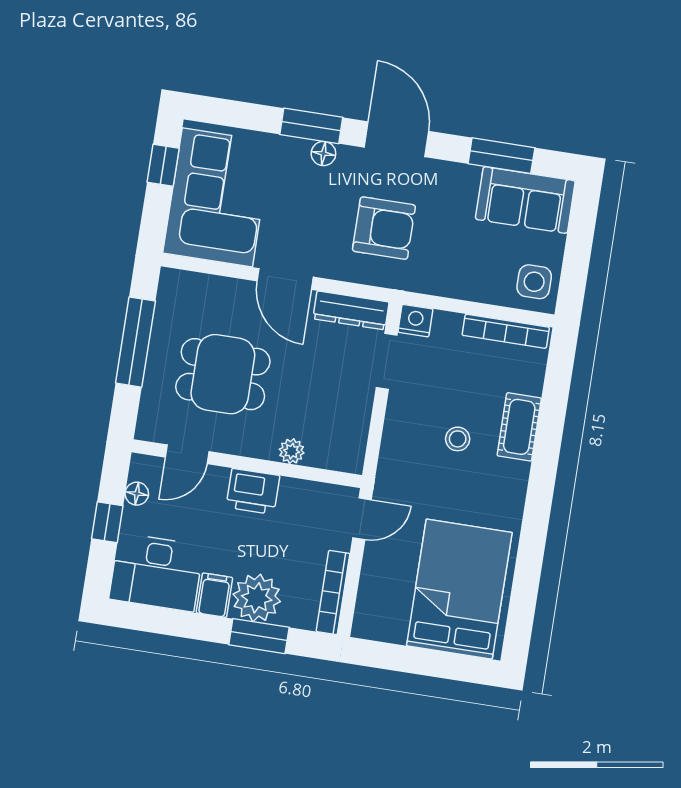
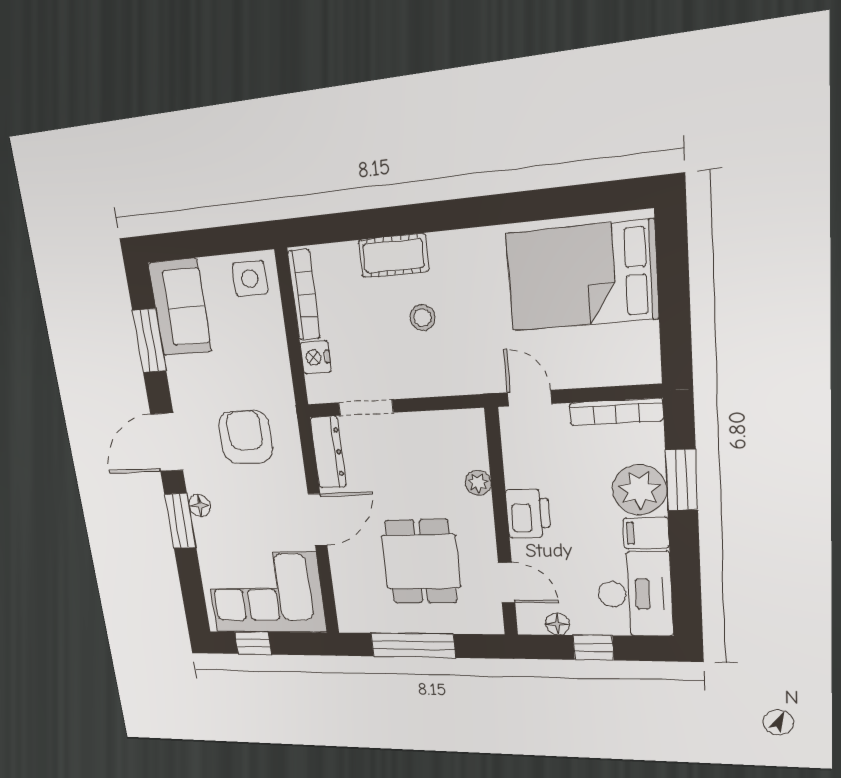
nightstand: (415, 321) -> (316, 357), moved

